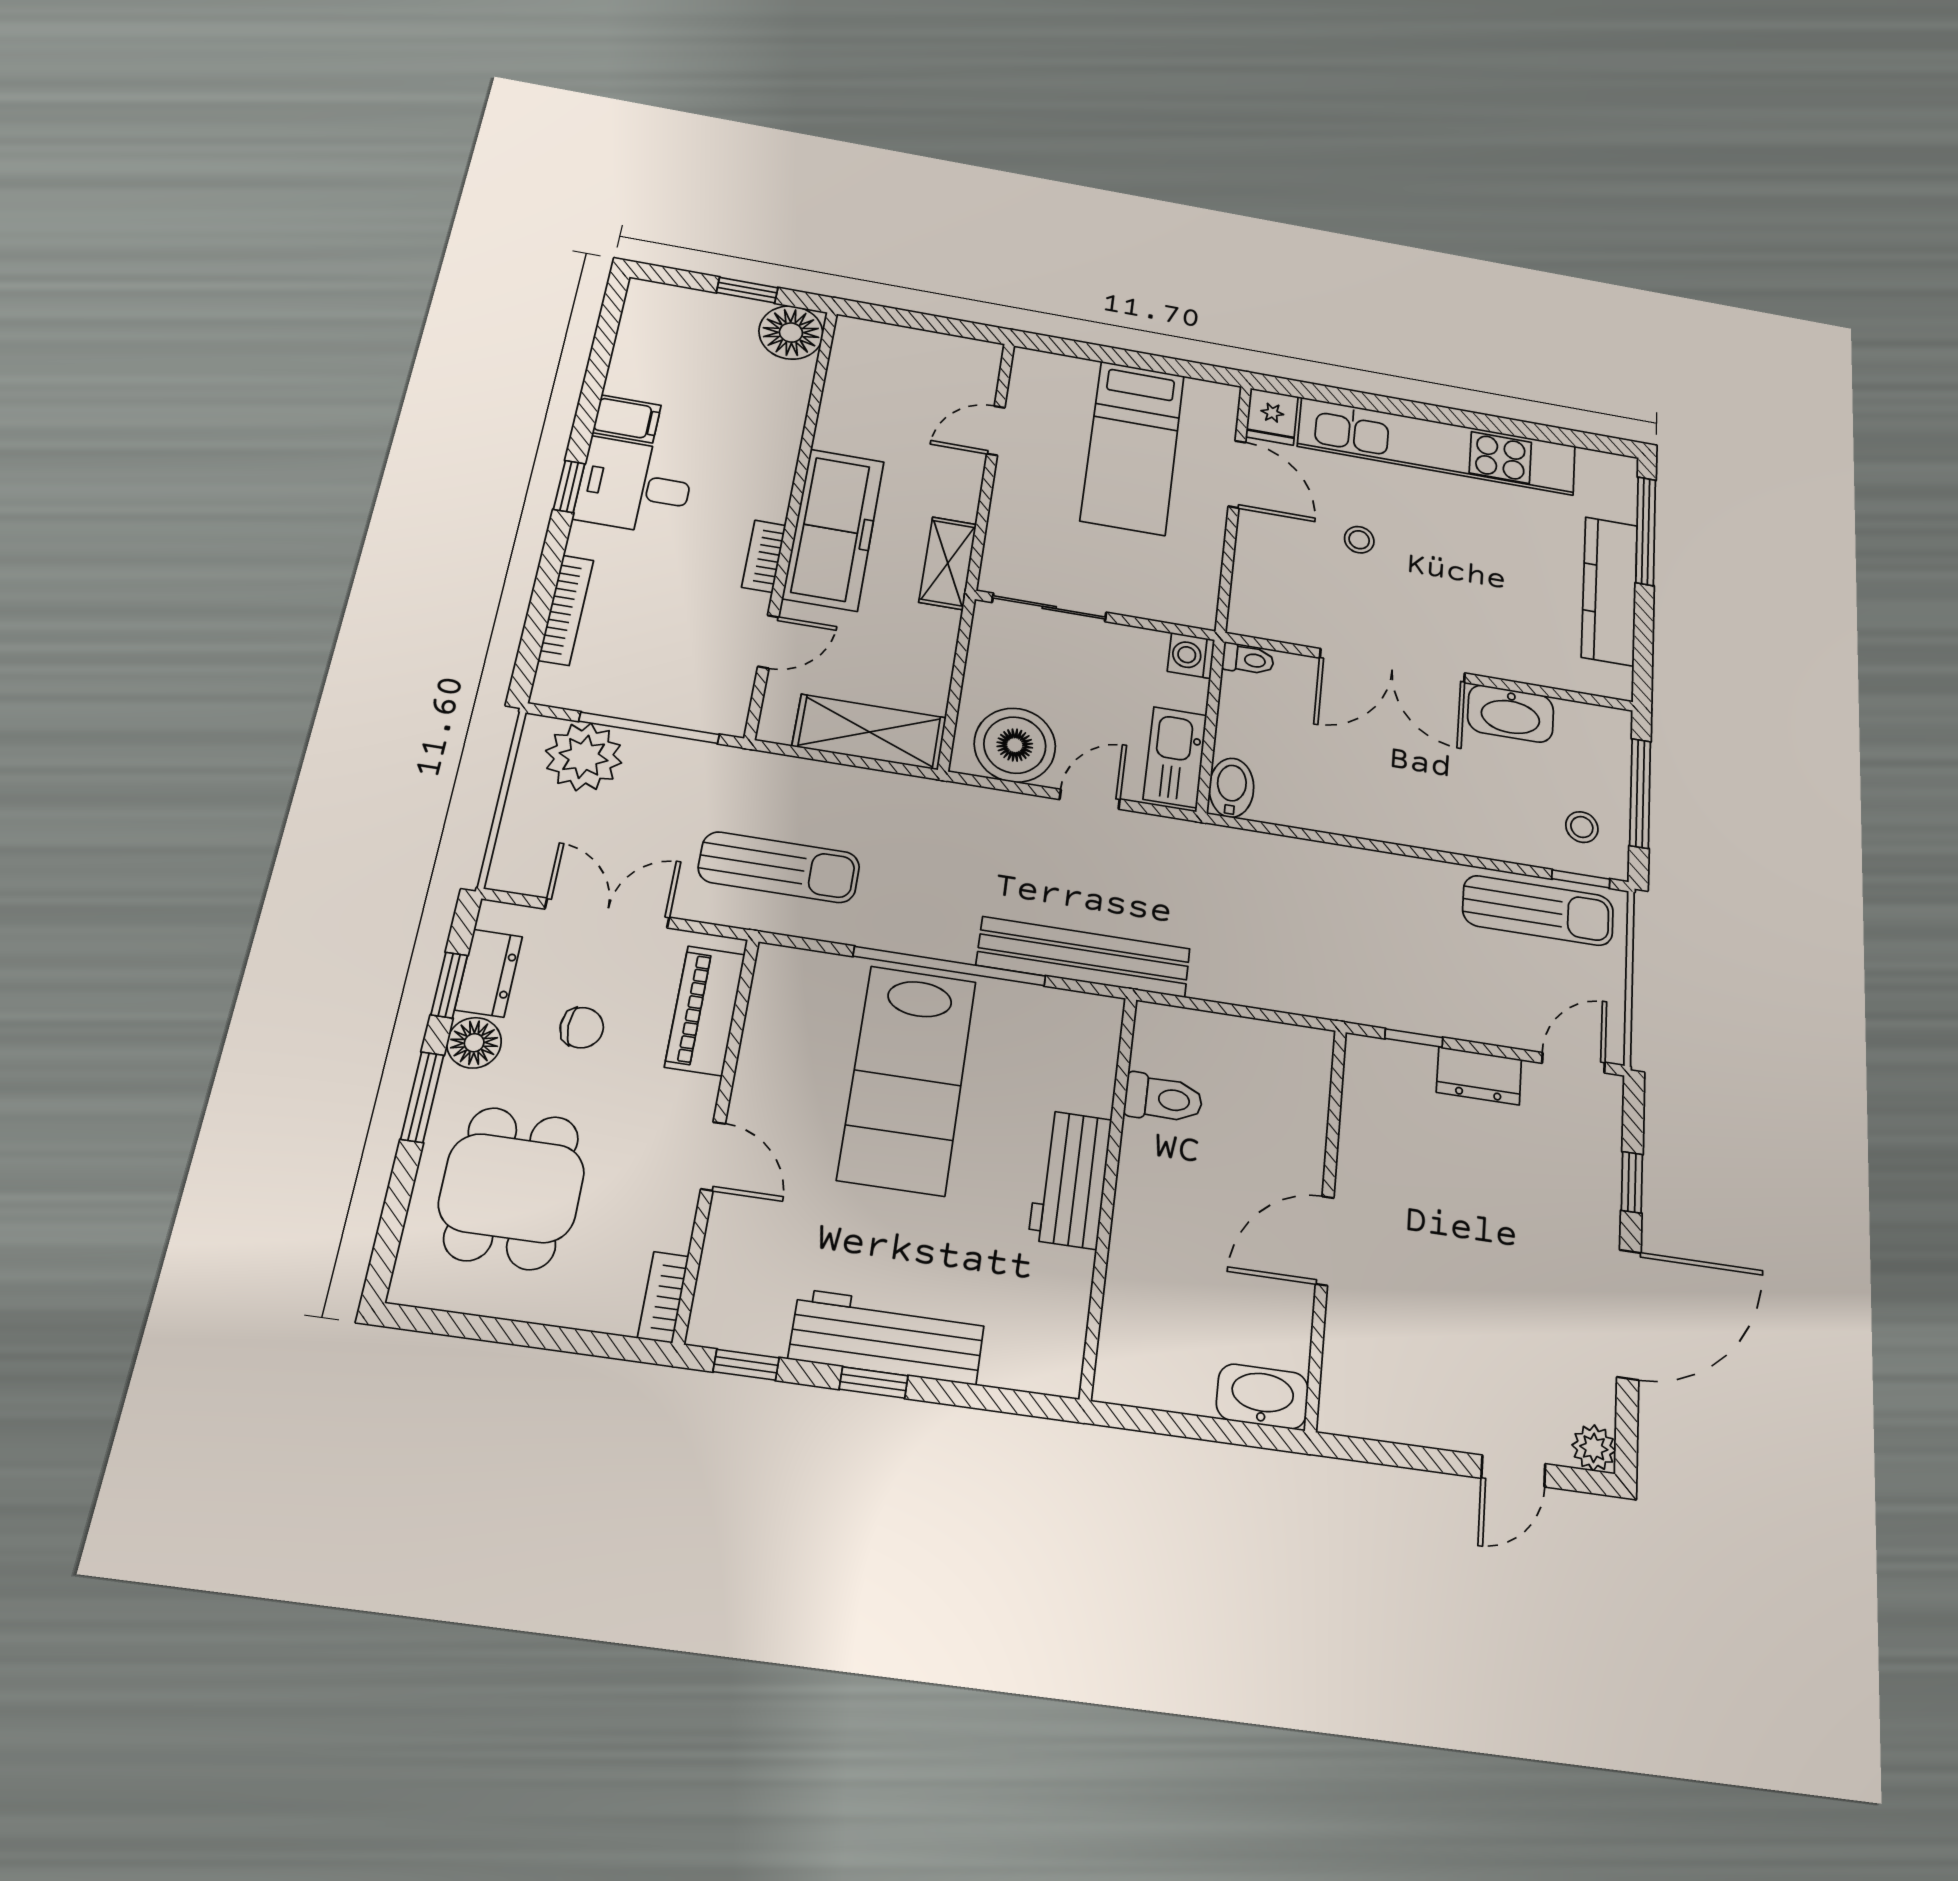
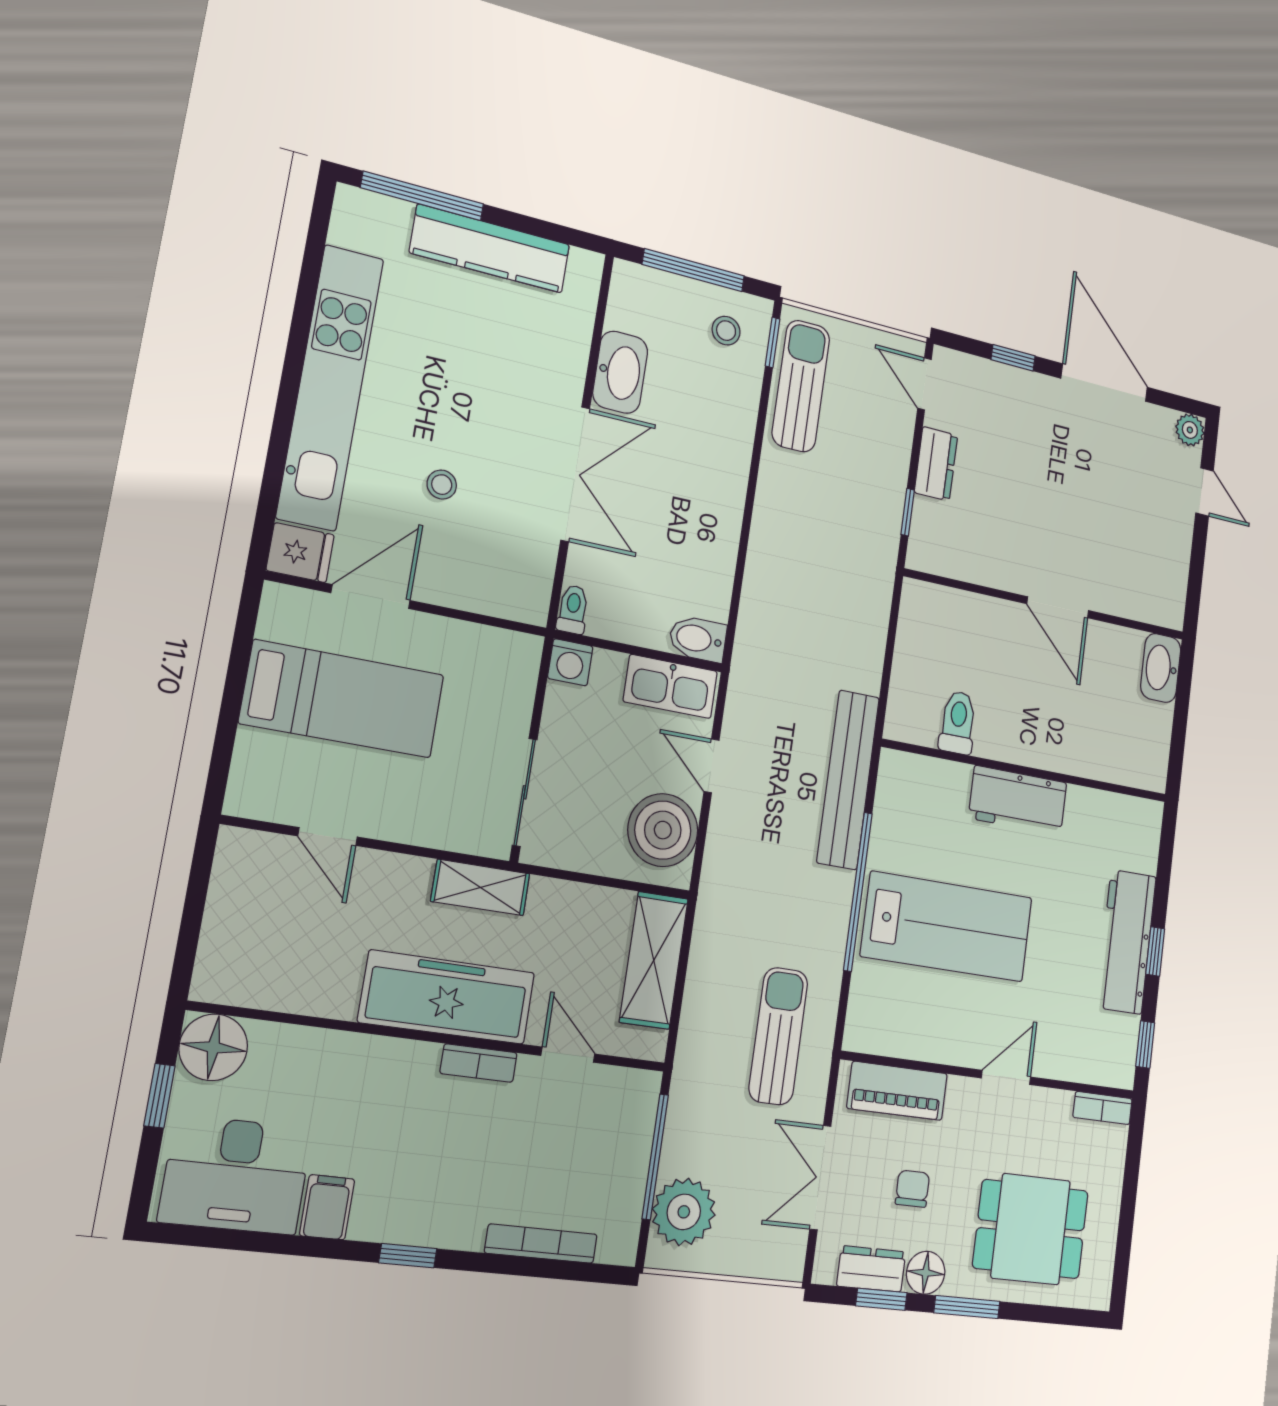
desk: (635, 486) -> (236, 1175), moved, width x1.37

